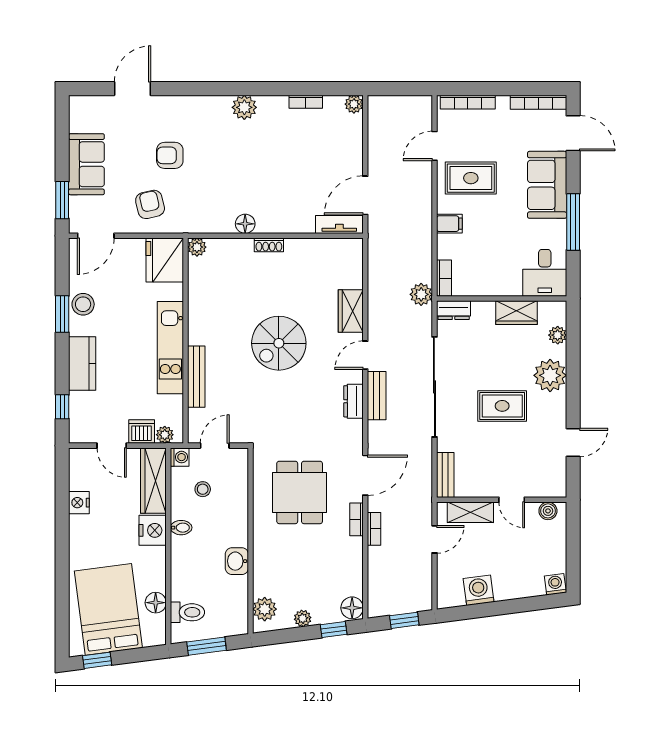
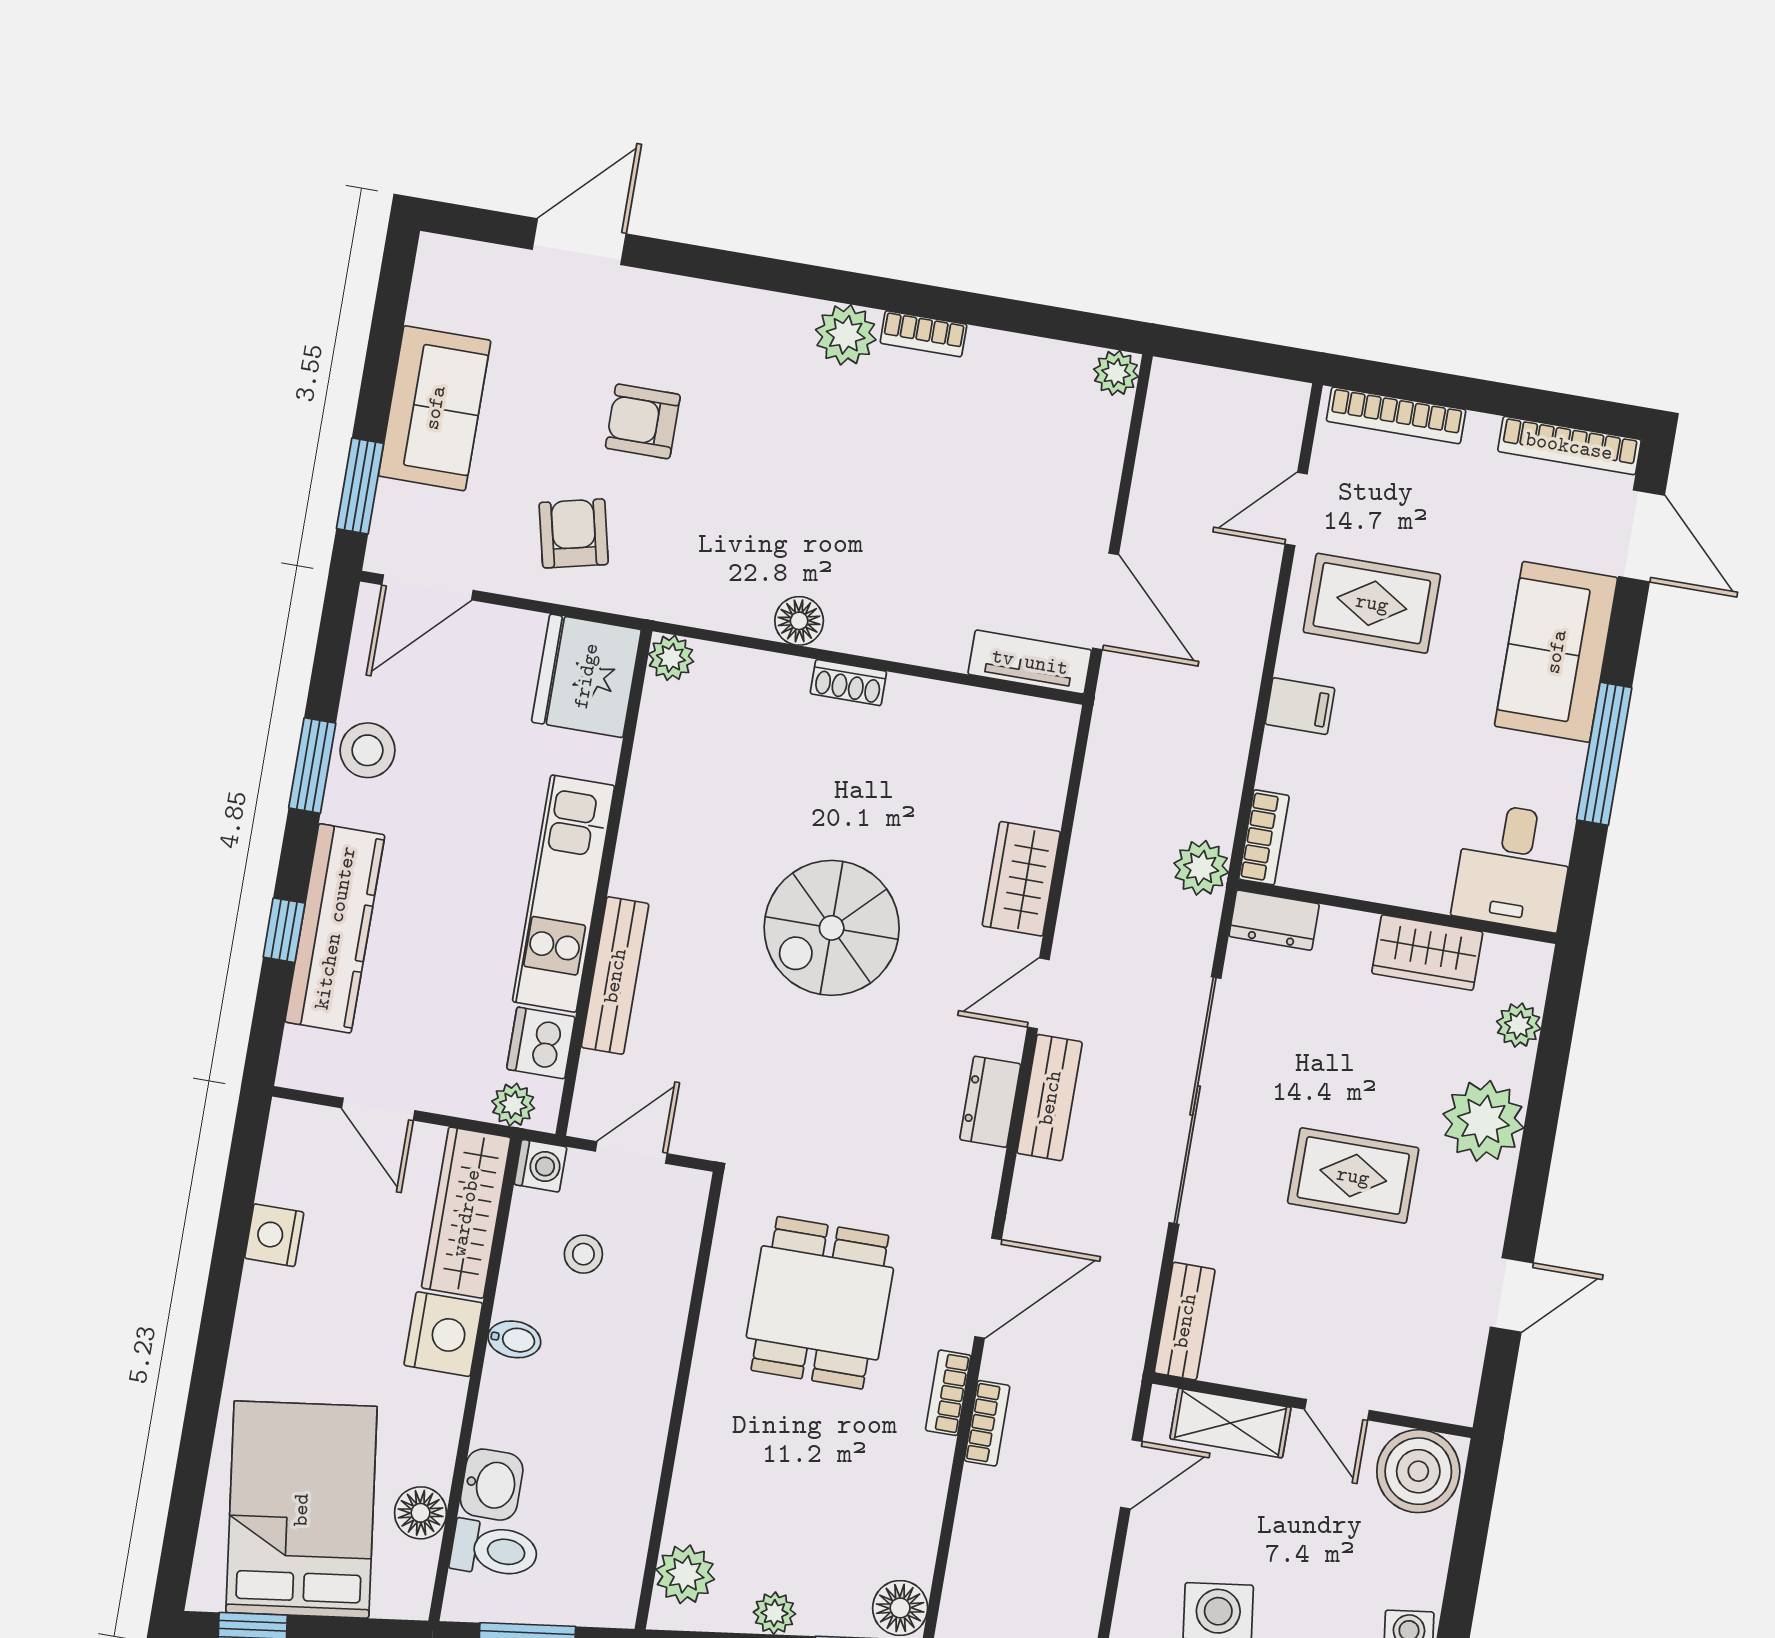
bookcase: (306, 102) -> (923, 334), moved
door: (365, 195) -> (1105, 601), swing flipped
kitchen counter: (82, 364) -> (335, 928), width x1.50
window: (62, 407) -> (284, 930), moved
dishwasher: (142, 432) -> (541, 1043), moved, turned -90
boiler: (548, 511) -> (1418, 1471), width x1.86, depth x1.86
washbasin: (237, 561) -> (492, 1485), moved, turned 180

